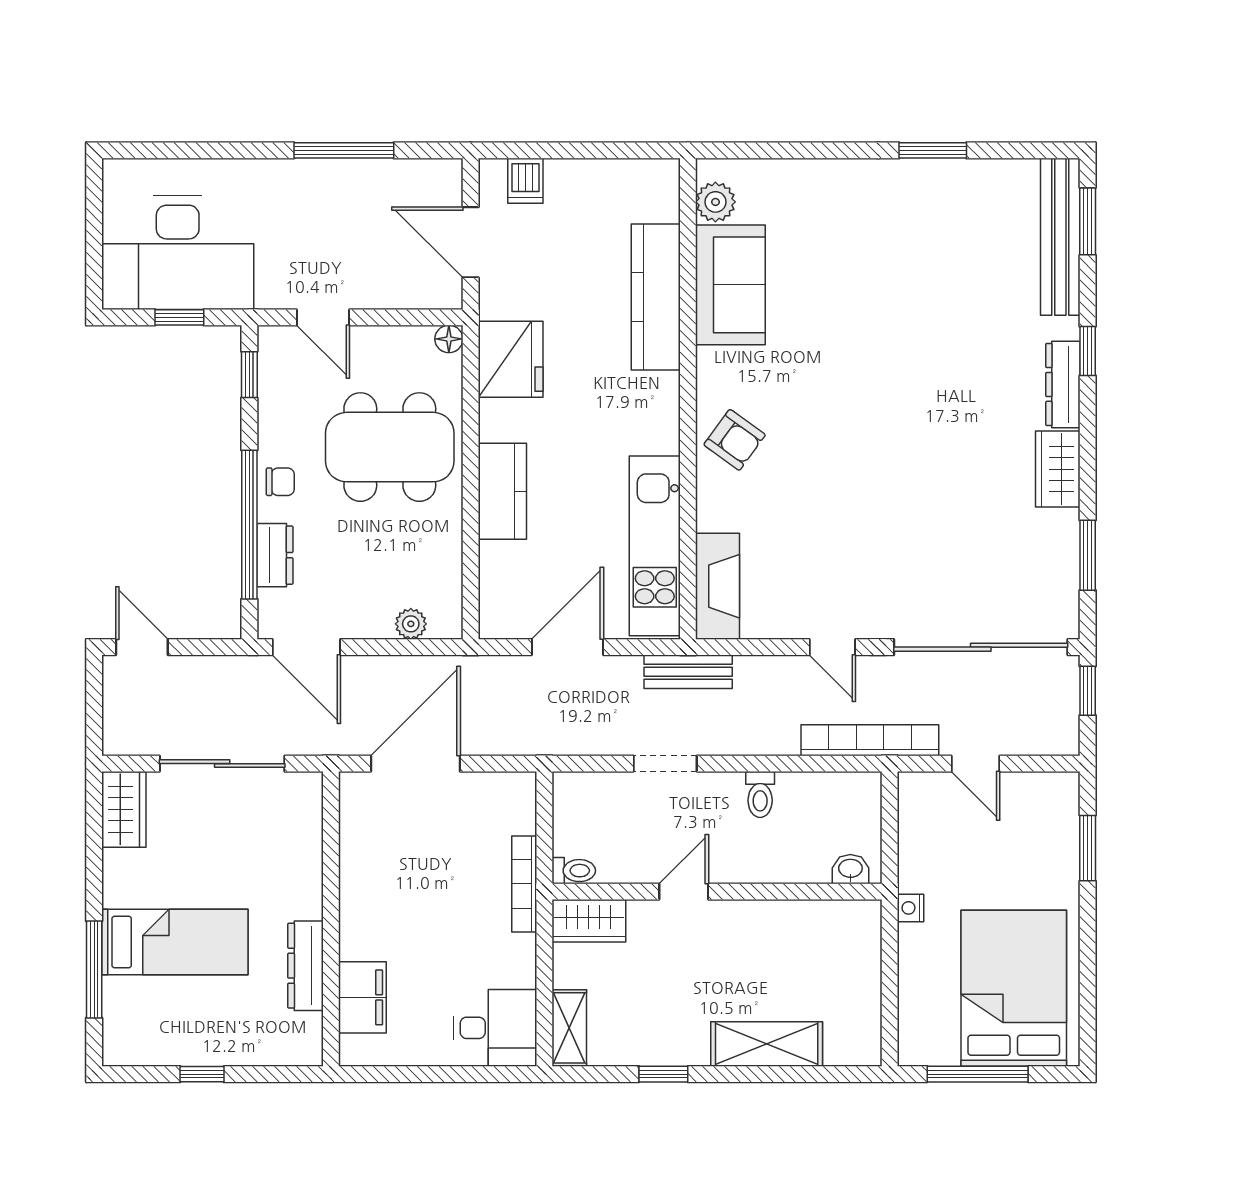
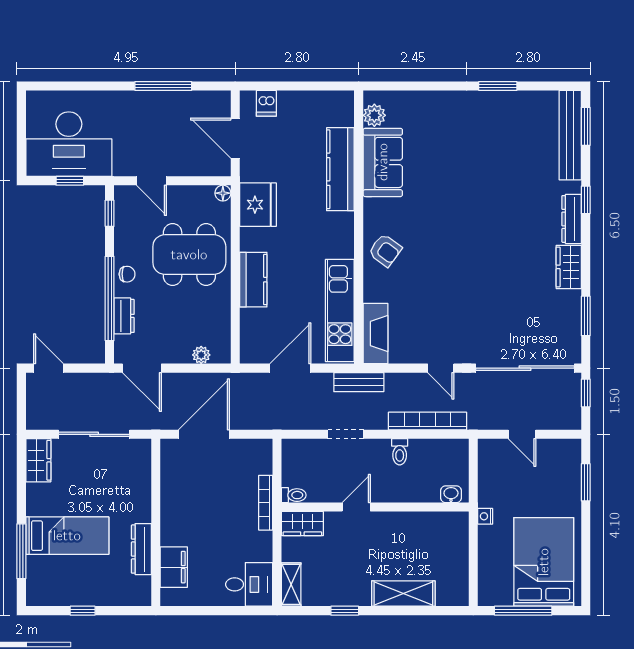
bookcase: (870, 740) -> (427, 421), moved

